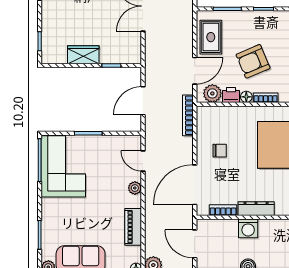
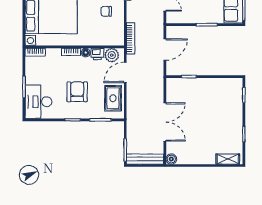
wardrobe: (83, 55) -> (210, 85), removed
armchair: (253, 61) -> (77, 92), moved, turned -67

